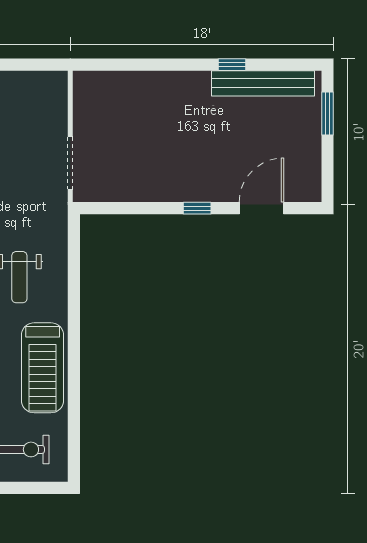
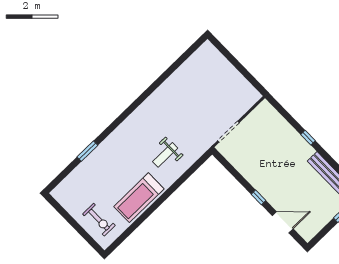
window: (232, 65) -> (308, 138), moved

